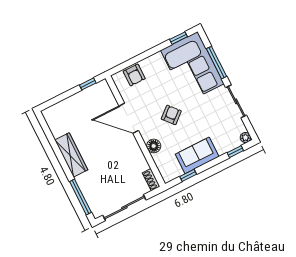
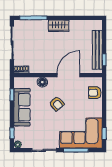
bench: (80, 99) -> (97, 50), added
wardrobe: (71, 155) -> (59, 26), width x0.67
sofa: (197, 155) -> (22, 107), width x1.36

